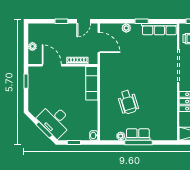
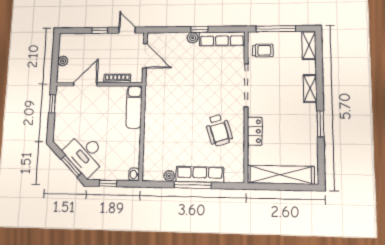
door: (84, 21) -> (127, 30), swing flipped
plant: (126, 28) -> (193, 38), moved
door: (52, 65) -> (85, 84), hinge flipped
wheelchair: (128, 102) -> (219, 130), moved
row of seats: (138, 135) -> (200, 174), width x1.48

